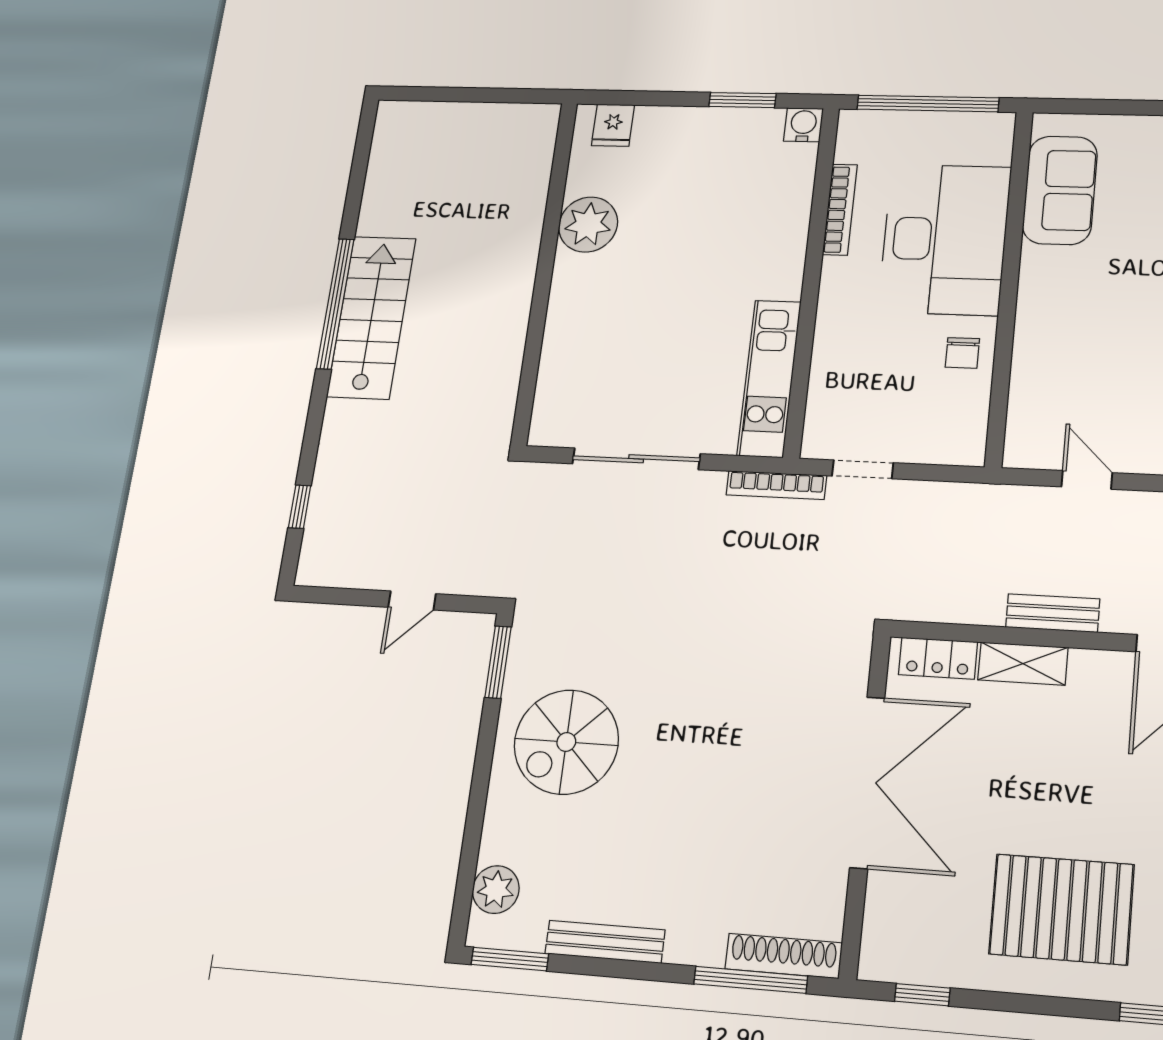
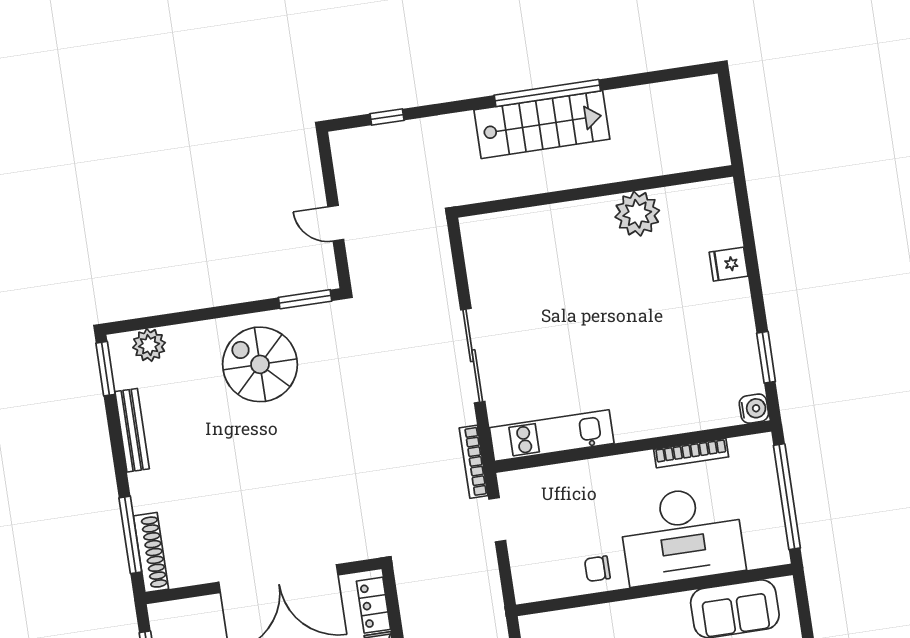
plant: (588, 225) -> (637, 214), moved
wall: (545, 271) -> (595, 191), moved

